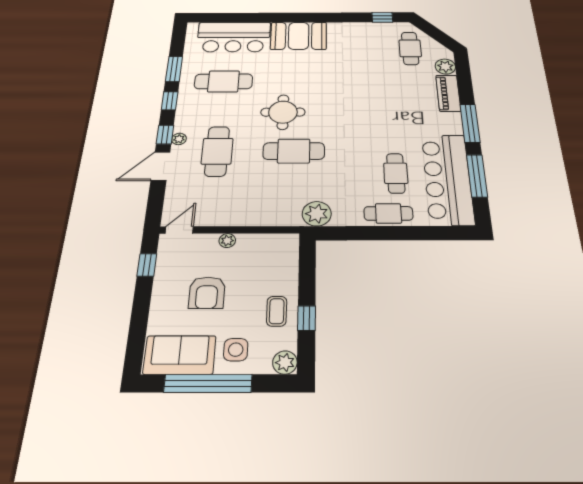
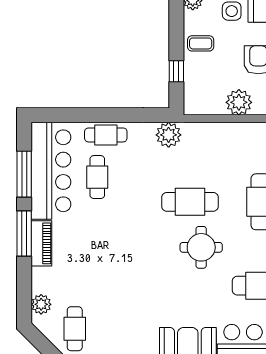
piano: (448, 93) -> (41, 243), moved
plant: (227, 241) -> (239, 102), width x1.88, depth x1.88
coffee table: (277, 311) -> (201, 43), turned 90
window: (307, 318) -> (176, 71), moved

